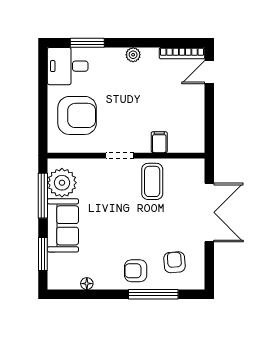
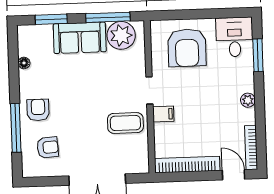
bookcase: (197, 119) -> (187, 165), added
filing cabinet: (159, 142) -> (163, 114), moved

